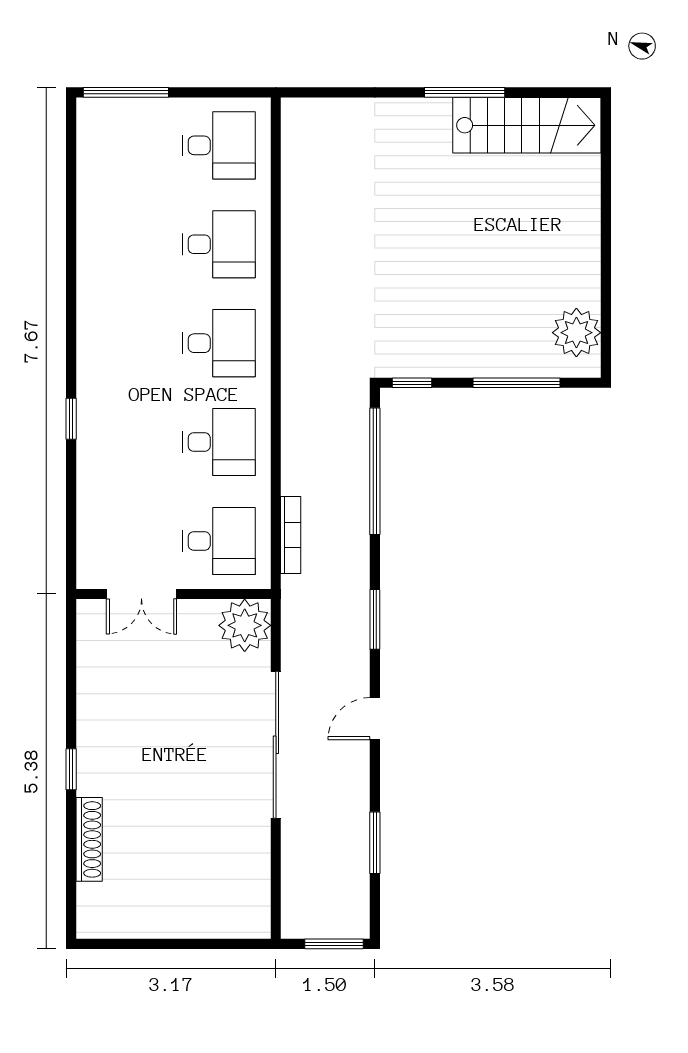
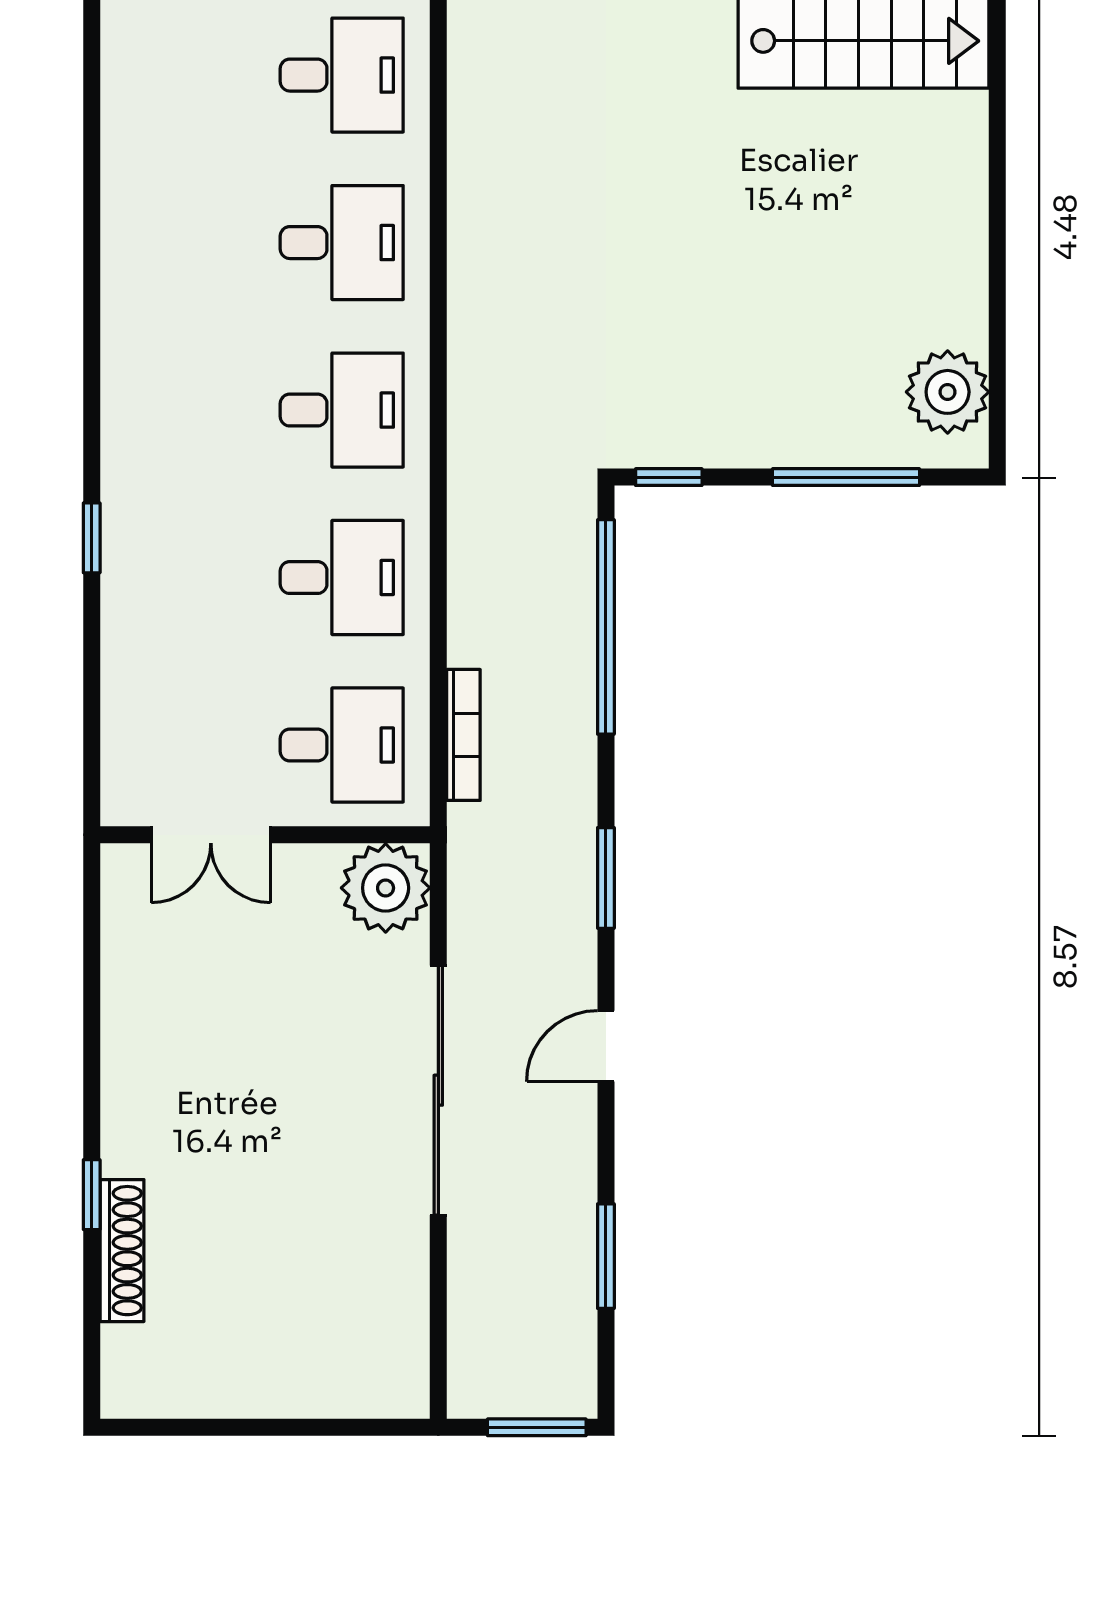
window: (71, 769) -> (92, 1195), moved

